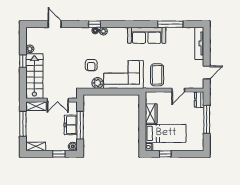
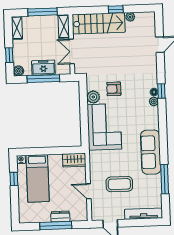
coffee table: (157, 75) -> (119, 184), moved
dresser: (199, 100) -> (60, 217), moved
wardrobe: (151, 114) -> (74, 160), moved

